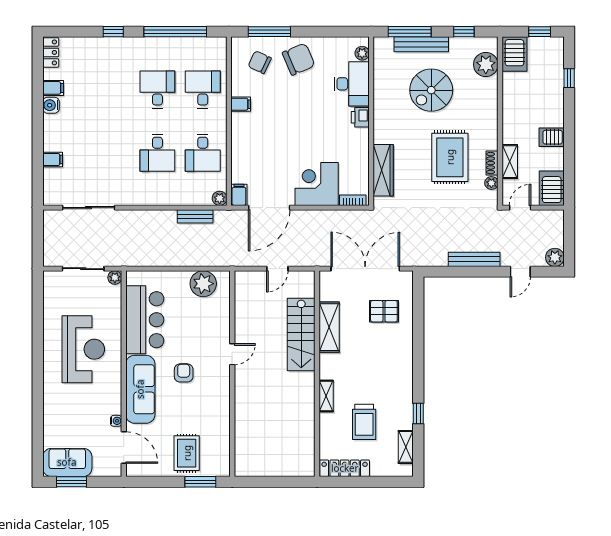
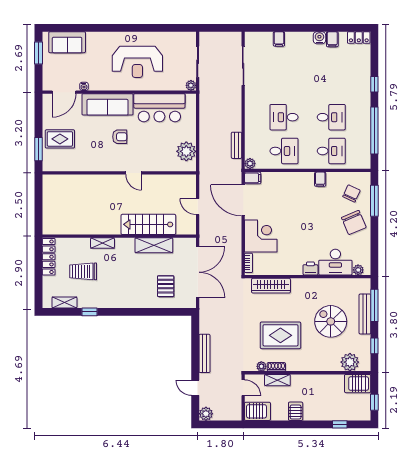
desk: (203, 153) -> (284, 151), turned 180
sofa: (67, 462) -> (67, 42), moved, turned 90

